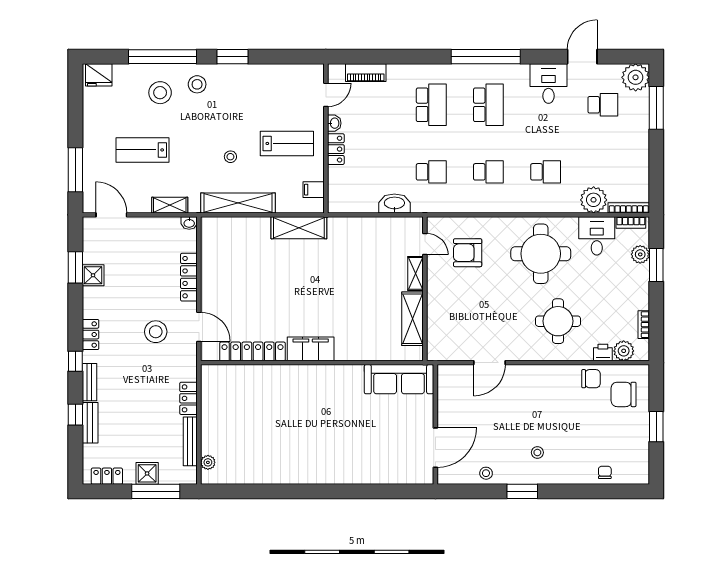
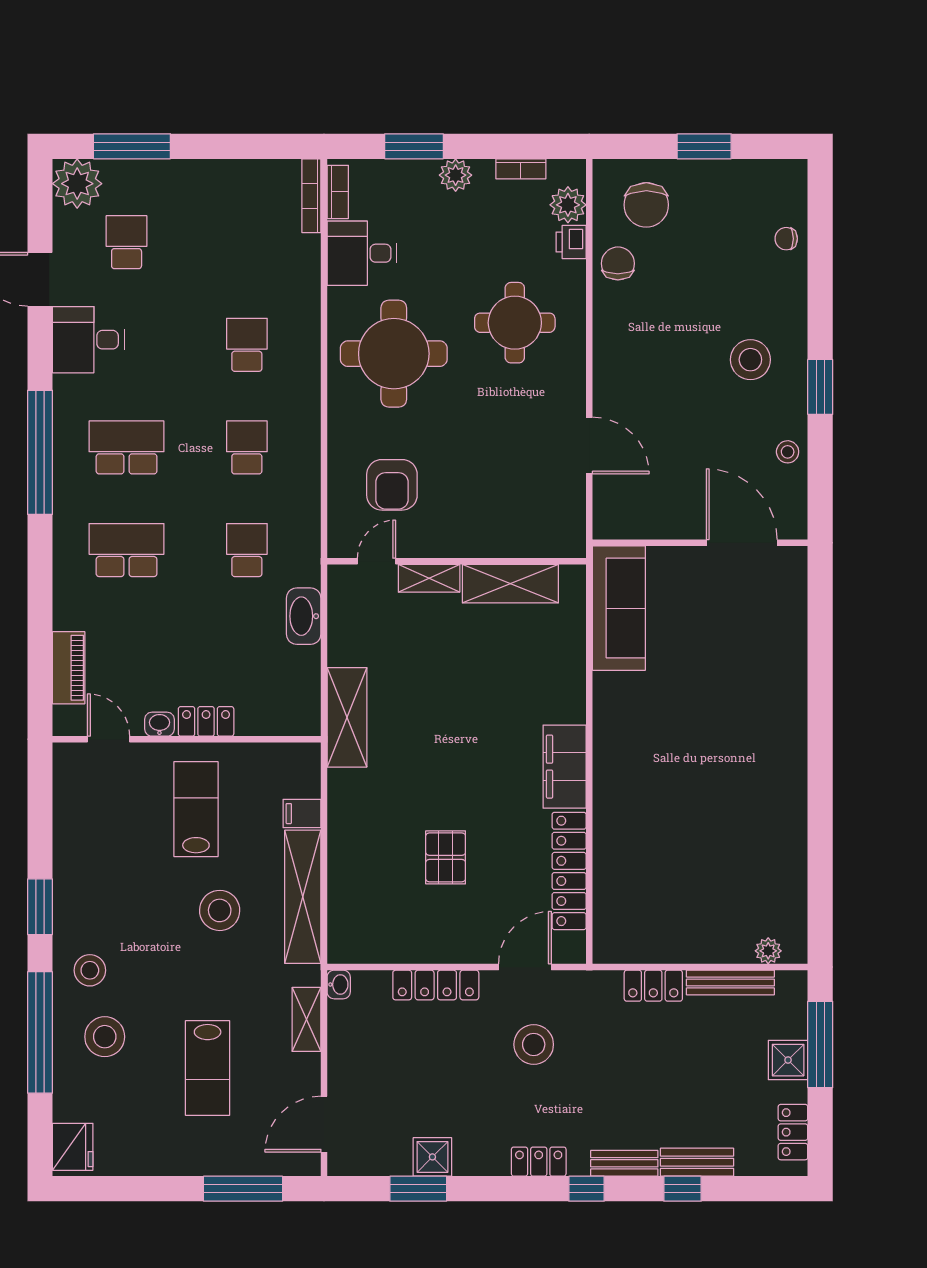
stool: (230, 157) -> (220, 910), width x1.89, depth x1.89
filing cabinet: (314, 190) -> (302, 814), moved, turned 90
plant: (594, 200) -> (297, 259), removed
shelving: (299, 228) -> (347, 717), moved
plant: (640, 254) -> (456, 175), moved
pallet: (260, 283) -> (446, 857), added
stool: (537, 452) -> (750, 360), width x1.89, depth x1.89

